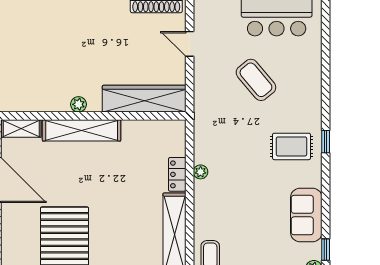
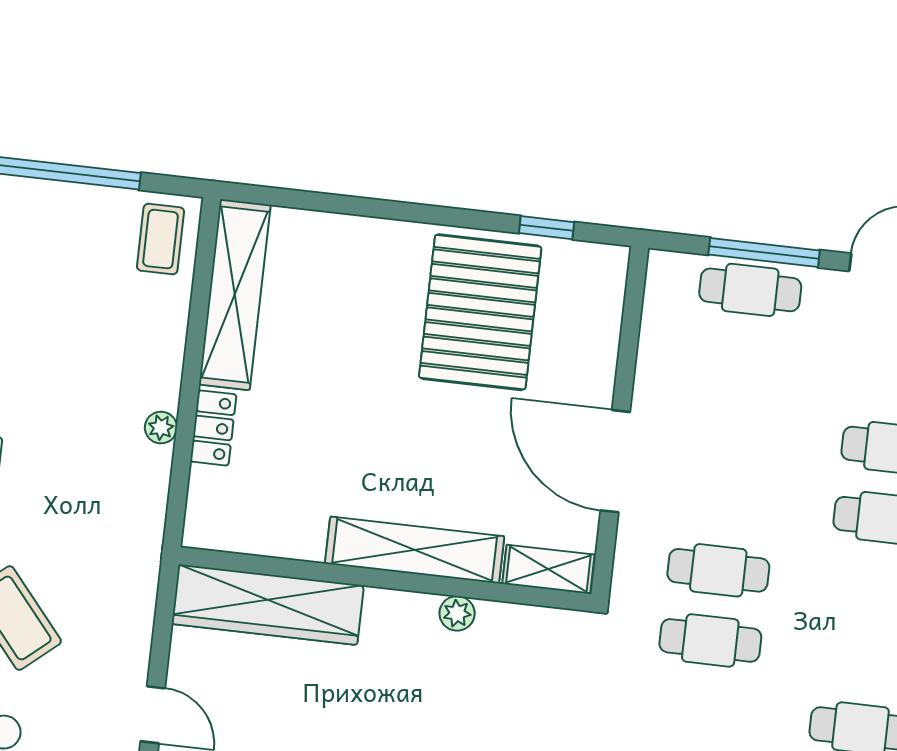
plant: (78, 104) -> (457, 613), moved

